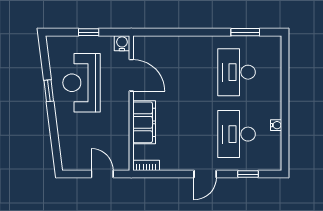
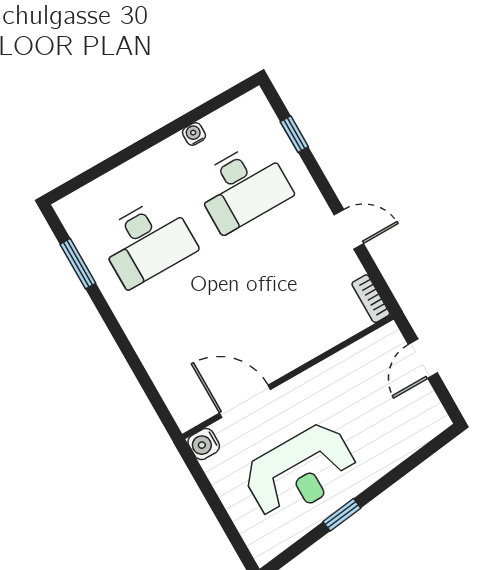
window: (89, 32) -> (216, 505), removed
door: (131, 75) -> (245, 401), hinge flipped
filing cabinet: (144, 122) -> (306, 340), removed
door: (205, 174) -> (349, 229), moved

